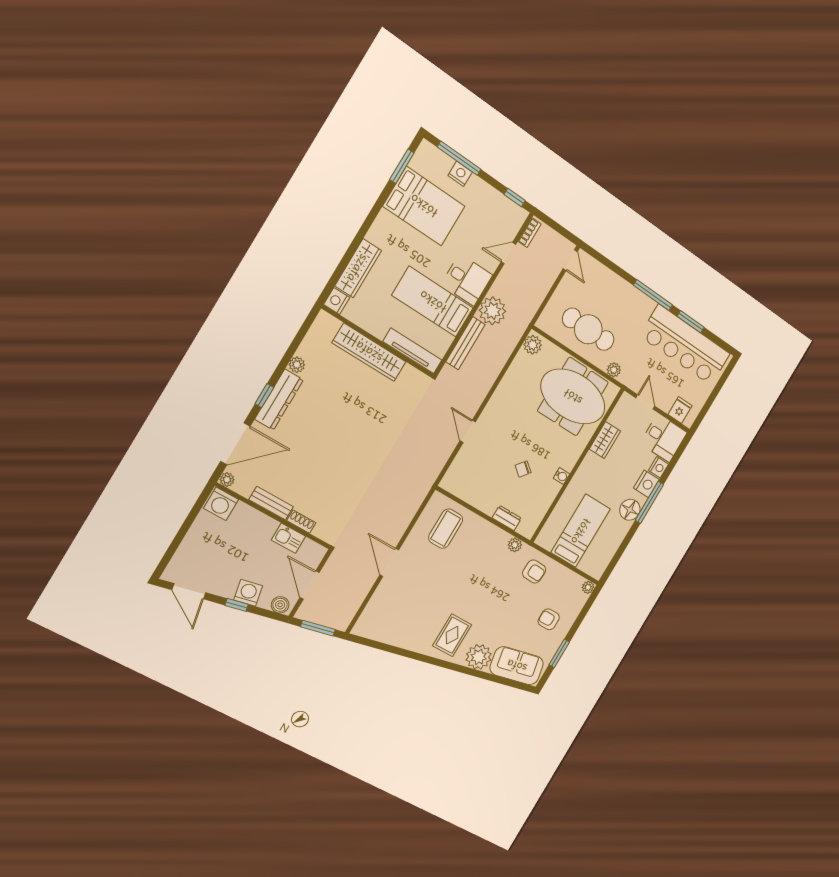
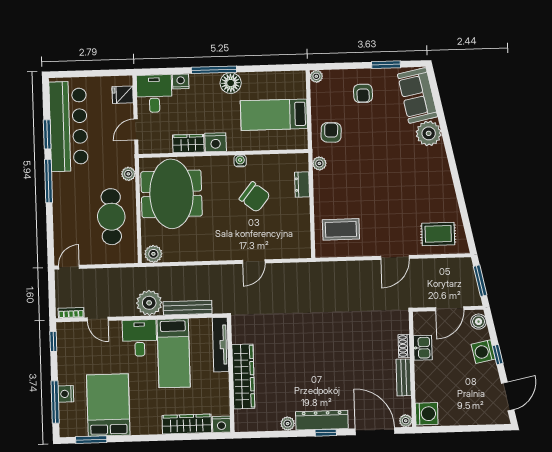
chair: (523, 469) -> (255, 197), width x1.87, depth x1.87
nightstand: (646, 484) -> (216, 142), moved, turned 180
rug: (452, 635) -> (438, 234), moved

